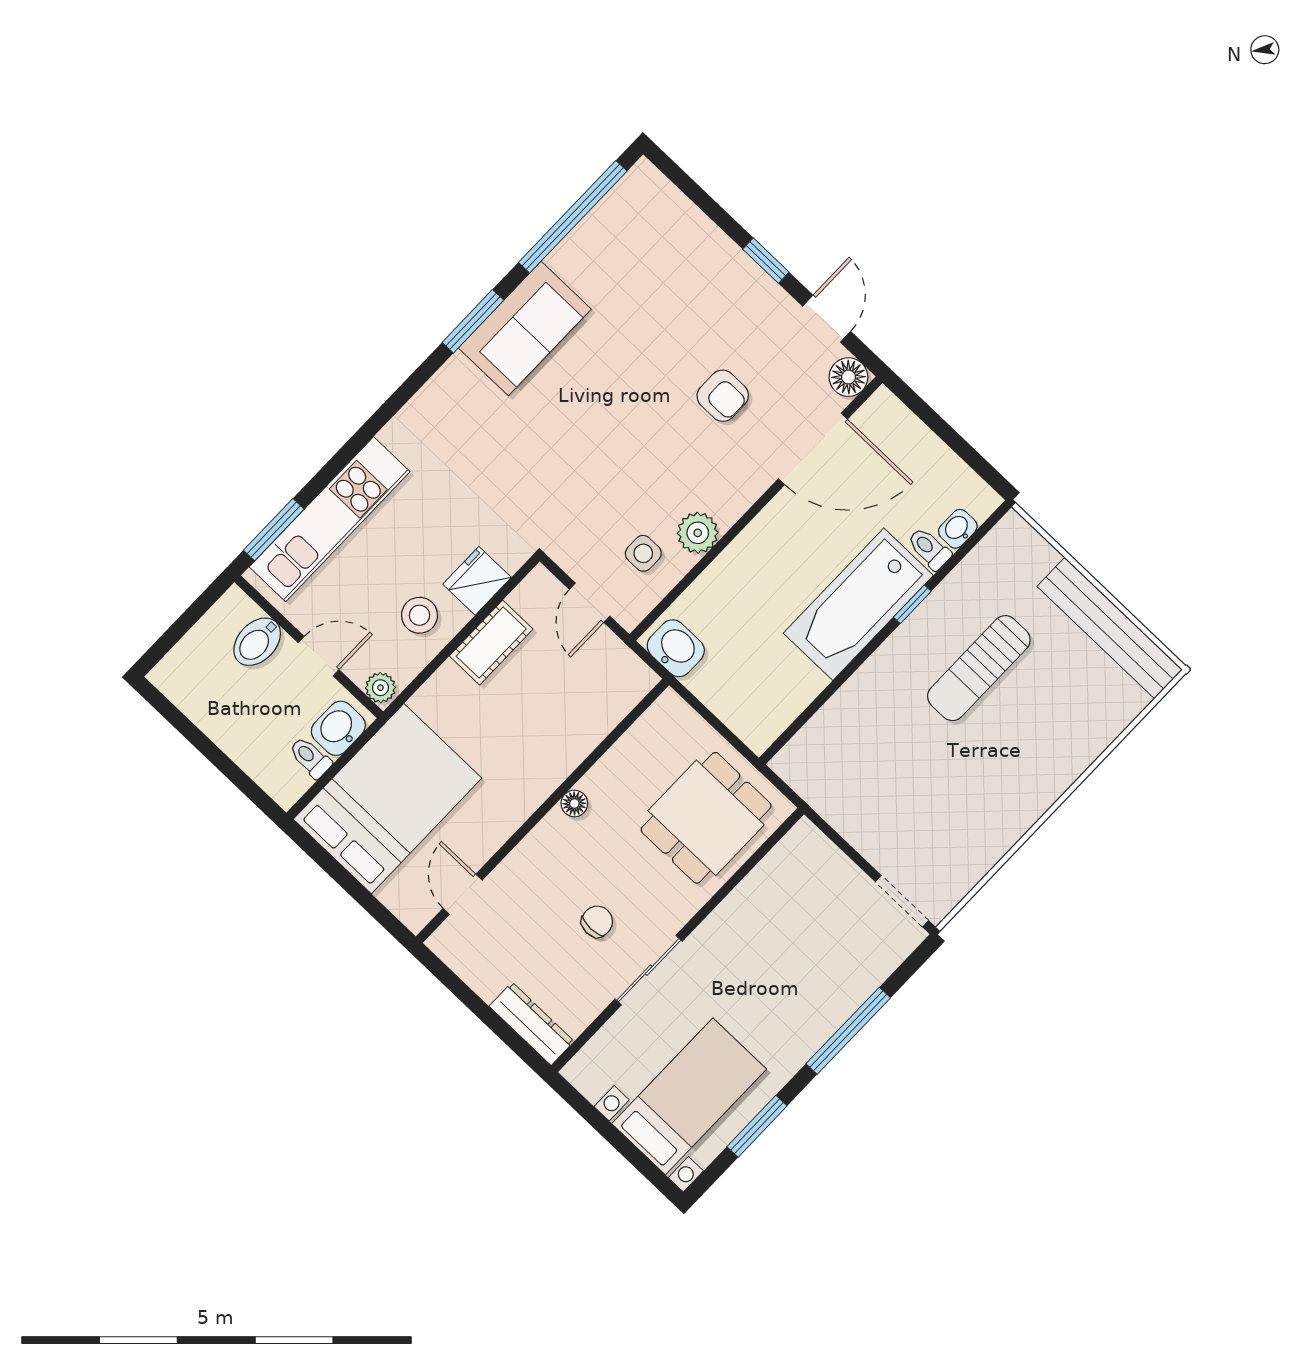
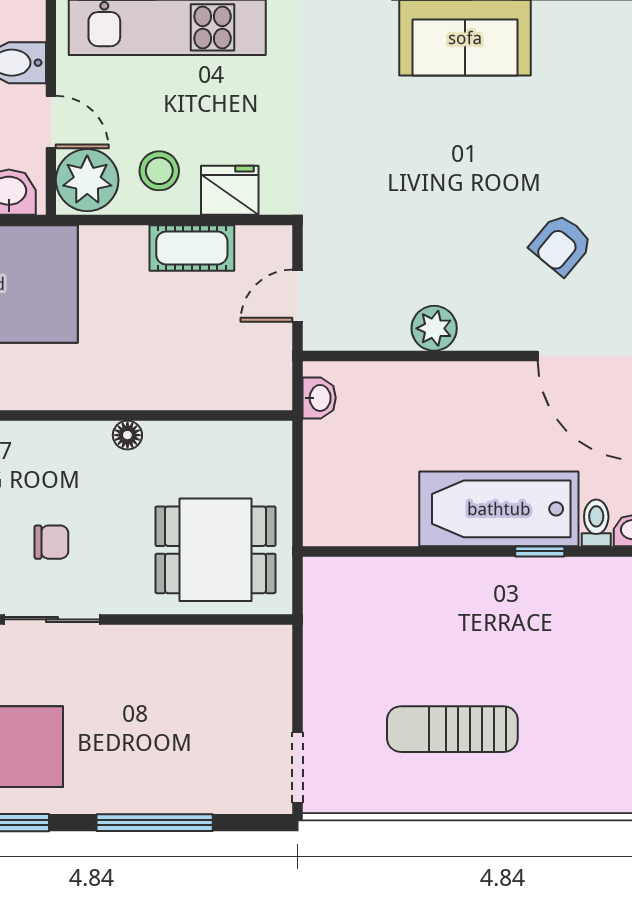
armchair: (723, 396) -> (561, 245), turned 40
side table: (643, 553) -> (377, 301), removed
washbasin: (676, 648) -> (319, 398), width x0.72, depth x0.69
sun lounger: (979, 668) -> (452, 729), moved
plant: (380, 688) -> (87, 180), width x1.88, depth x1.88

